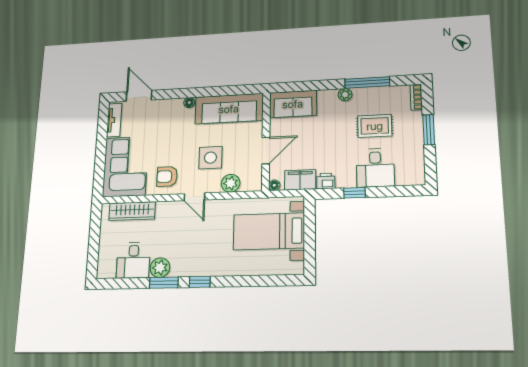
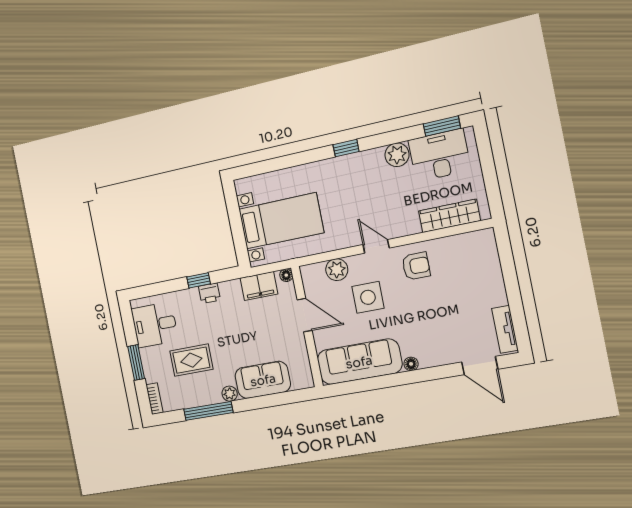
sofa: (293, 104) -> (263, 380), moved
door: (266, 151) -> (305, 315), swing flipped
corner sofa: (125, 166) -> (473, 271), removed
desk: (375, 168) -> (155, 325), moved, turned -90
printer: (326, 181) -> (209, 293), moved
desk: (133, 260) -> (440, 155), width x1.37
window: (164, 283) -> (442, 126), moved

